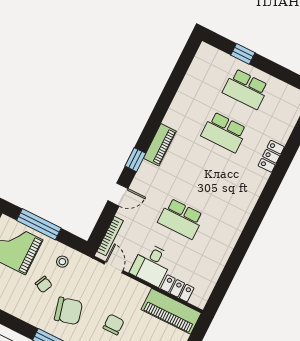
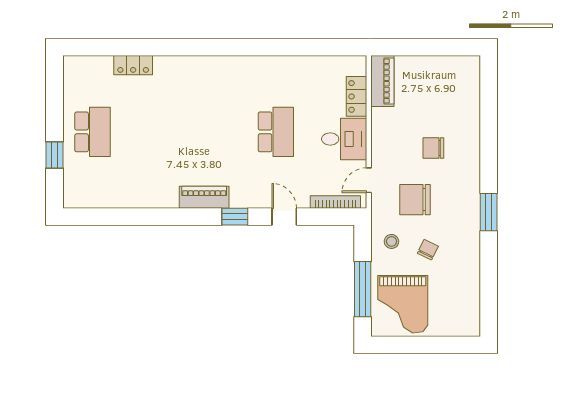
school desk: (224, 132) -> (154, 132), removed
locker: (271, 156) -> (133, 65), moved
chair: (68, 311) -> (415, 200), moved, turned -76
piano: (171, 311) -> (382, 81), width x0.73, depth x0.75

